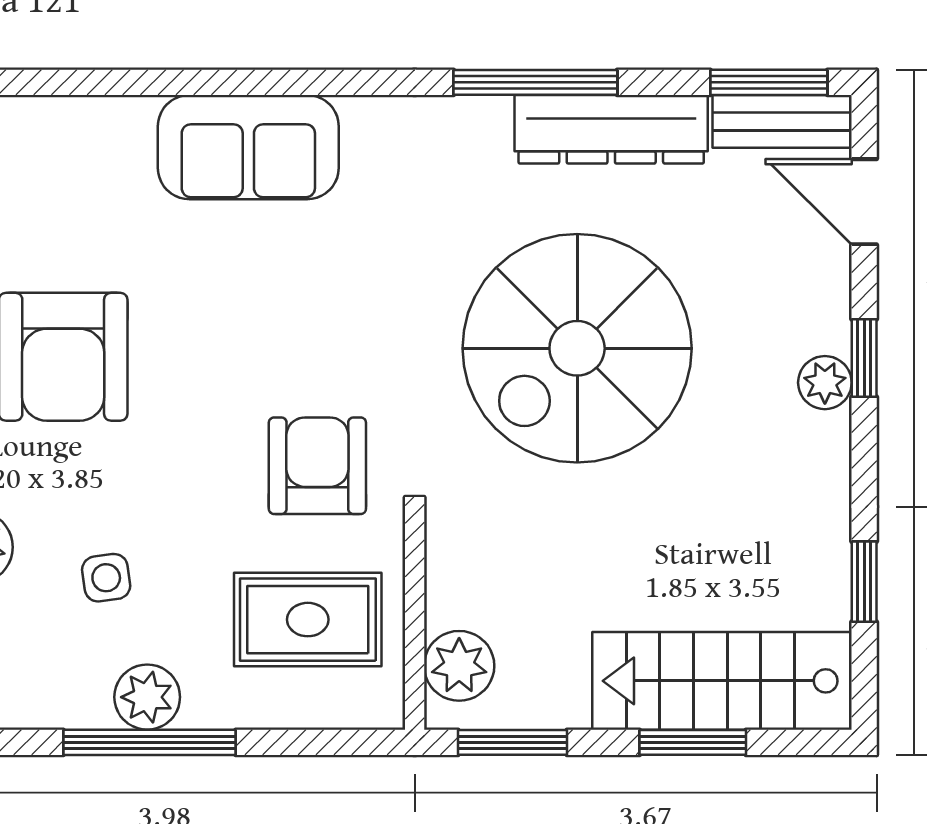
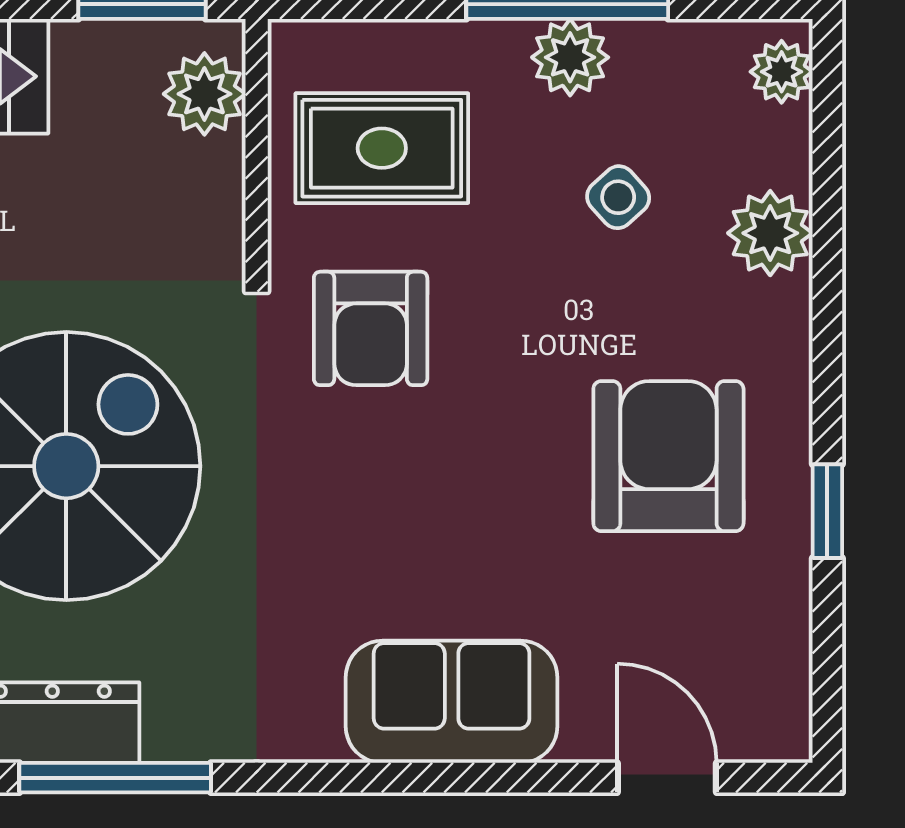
door: (65, 82) -> (667, 778), added
side table: (106, 578) -> (618, 197), turned -34

